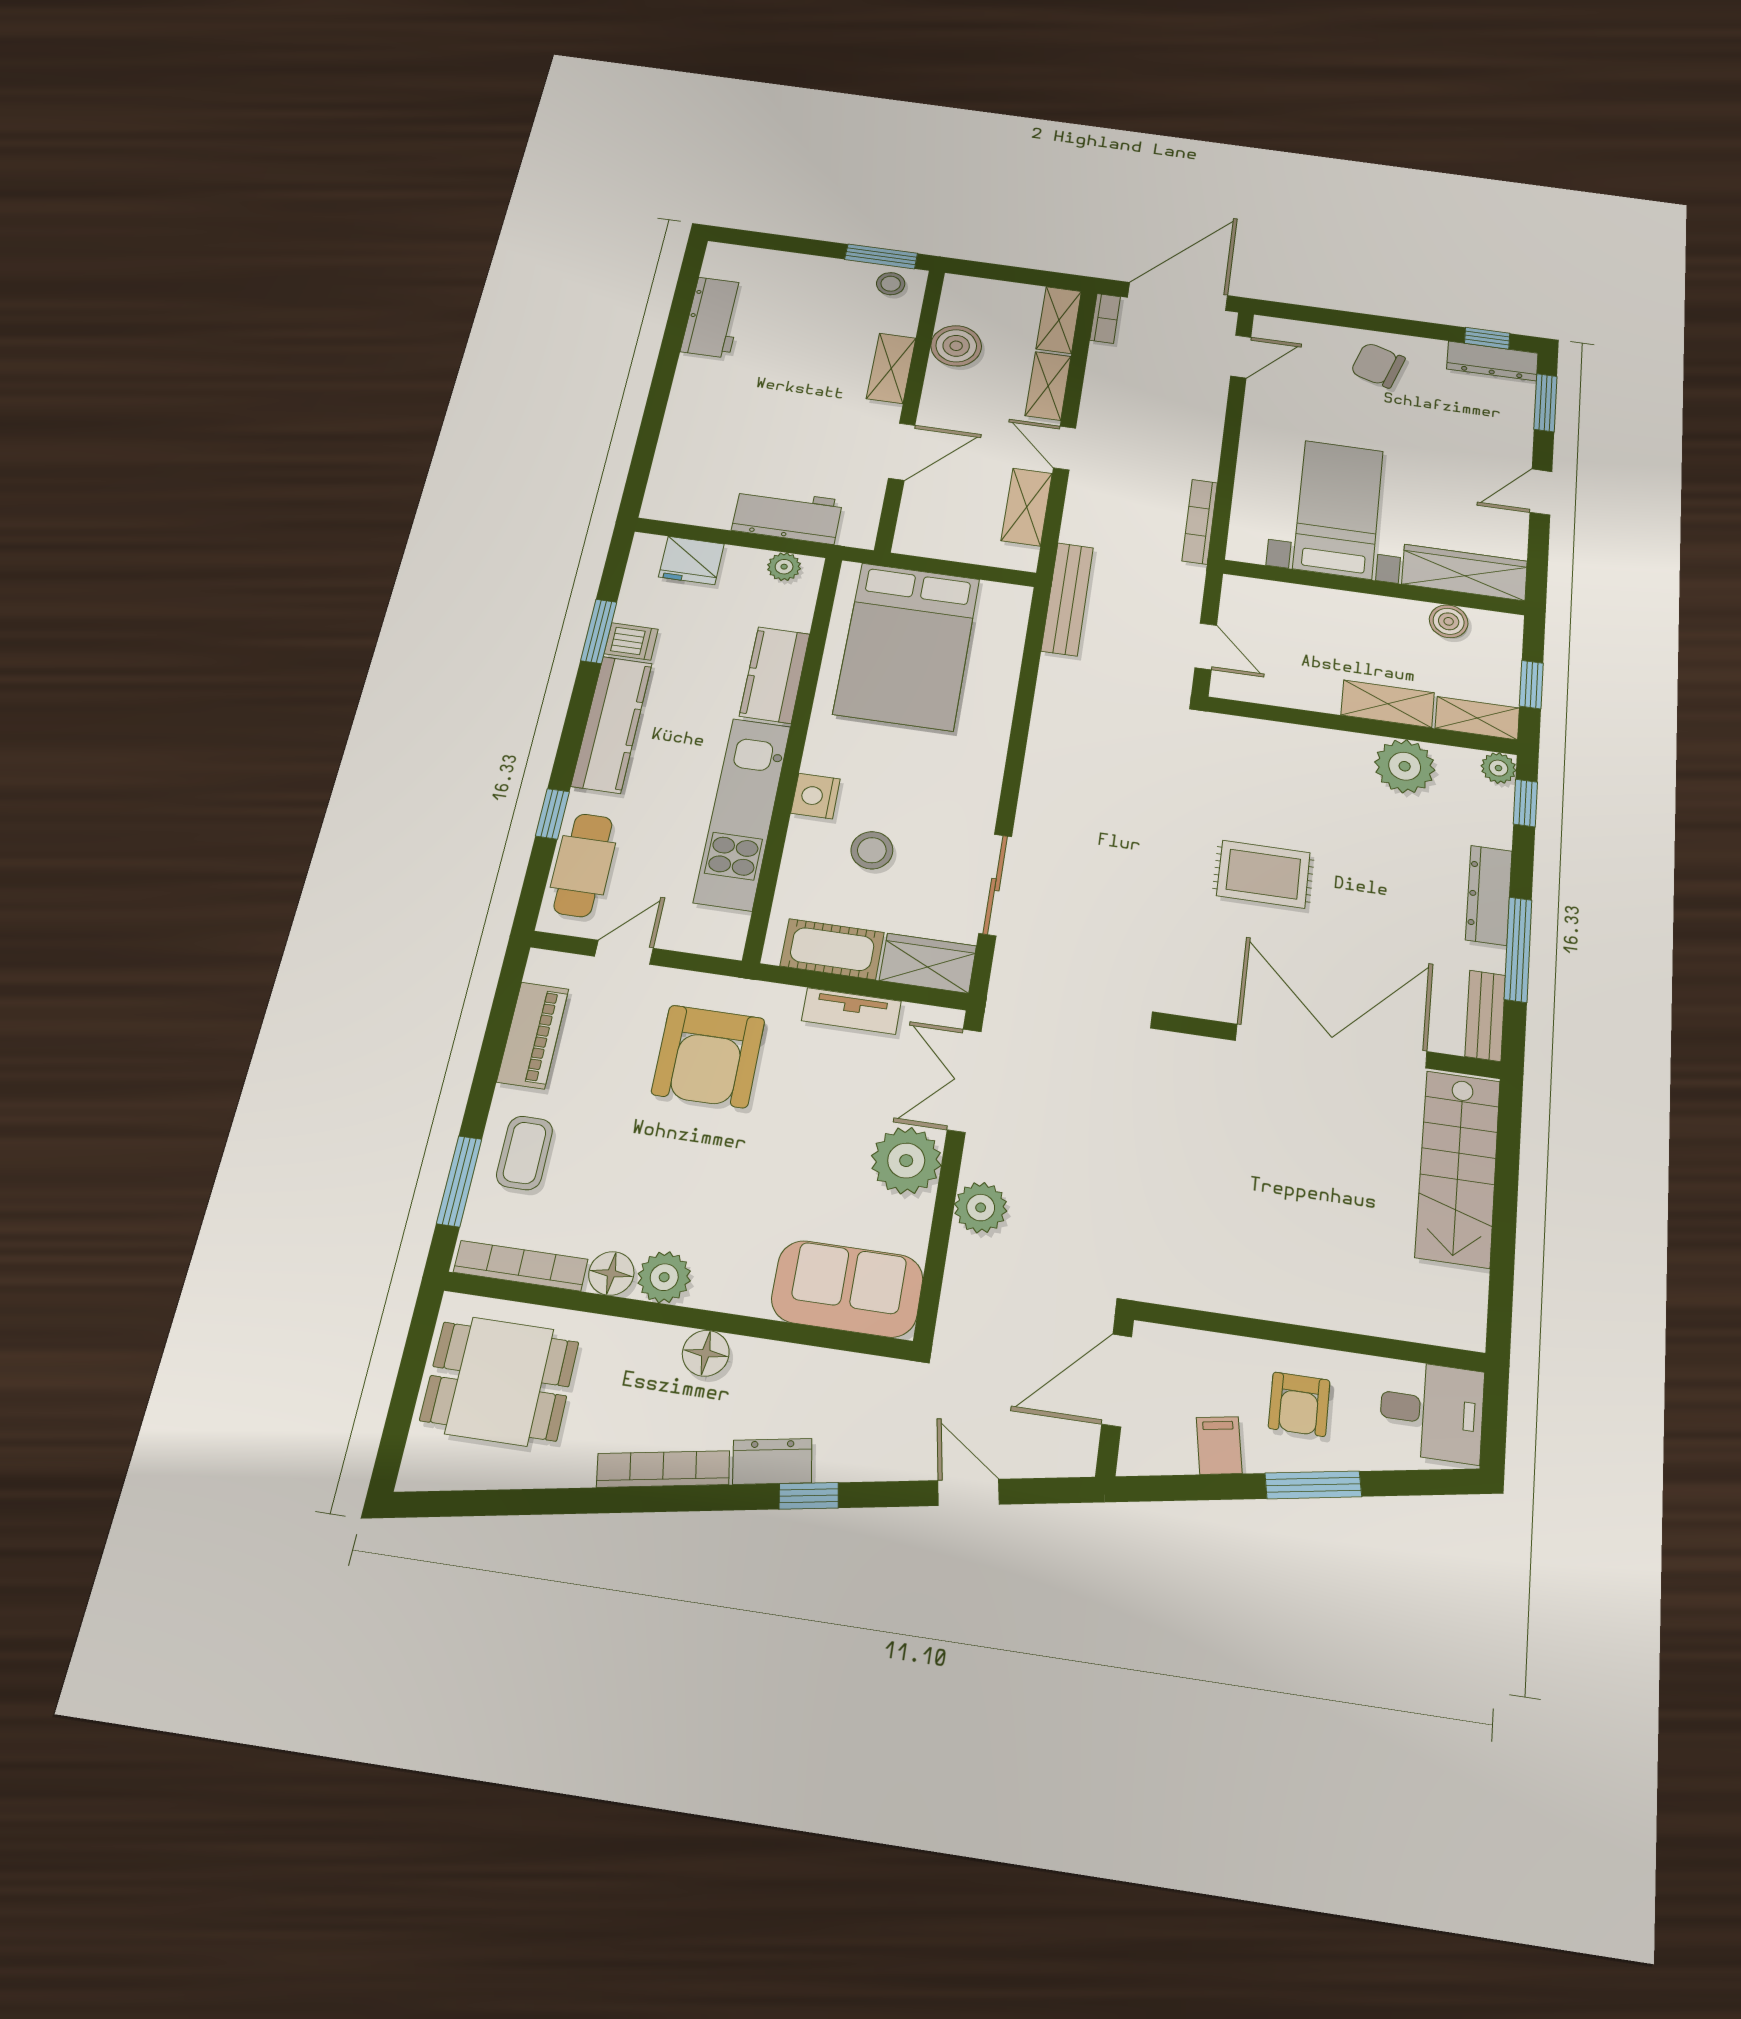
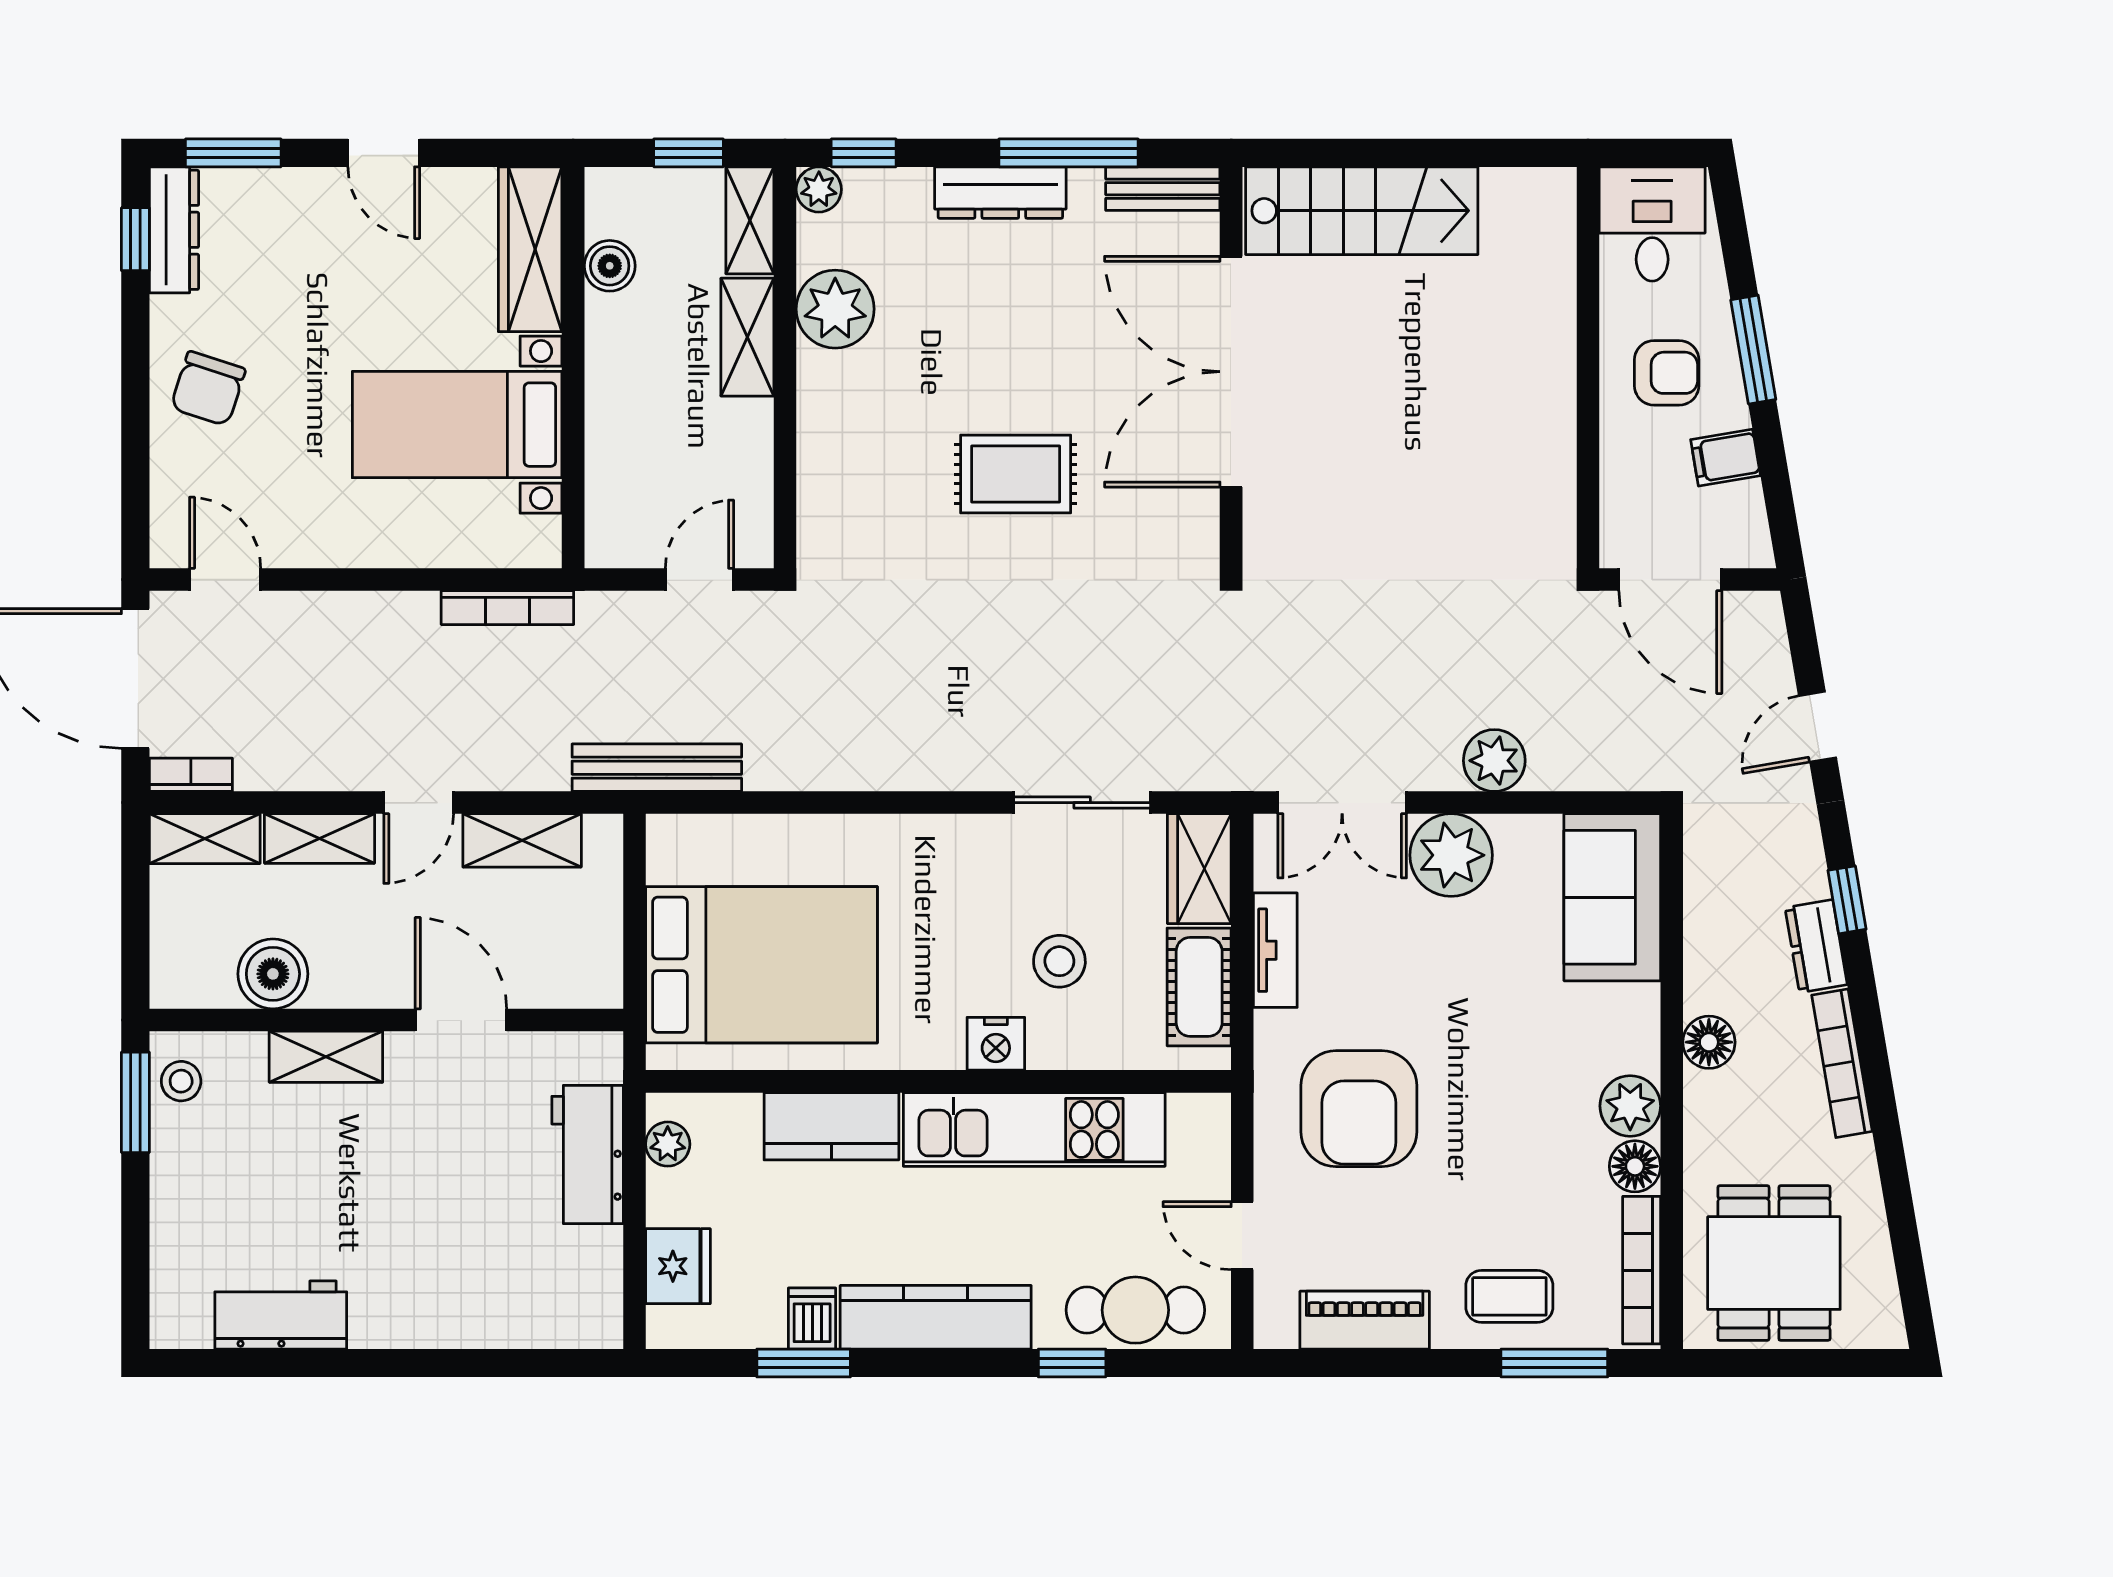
rug: (1263, 874) -> (1016, 474), turned 90
armchair: (708, 1056) -> (1359, 1109), turned 90

